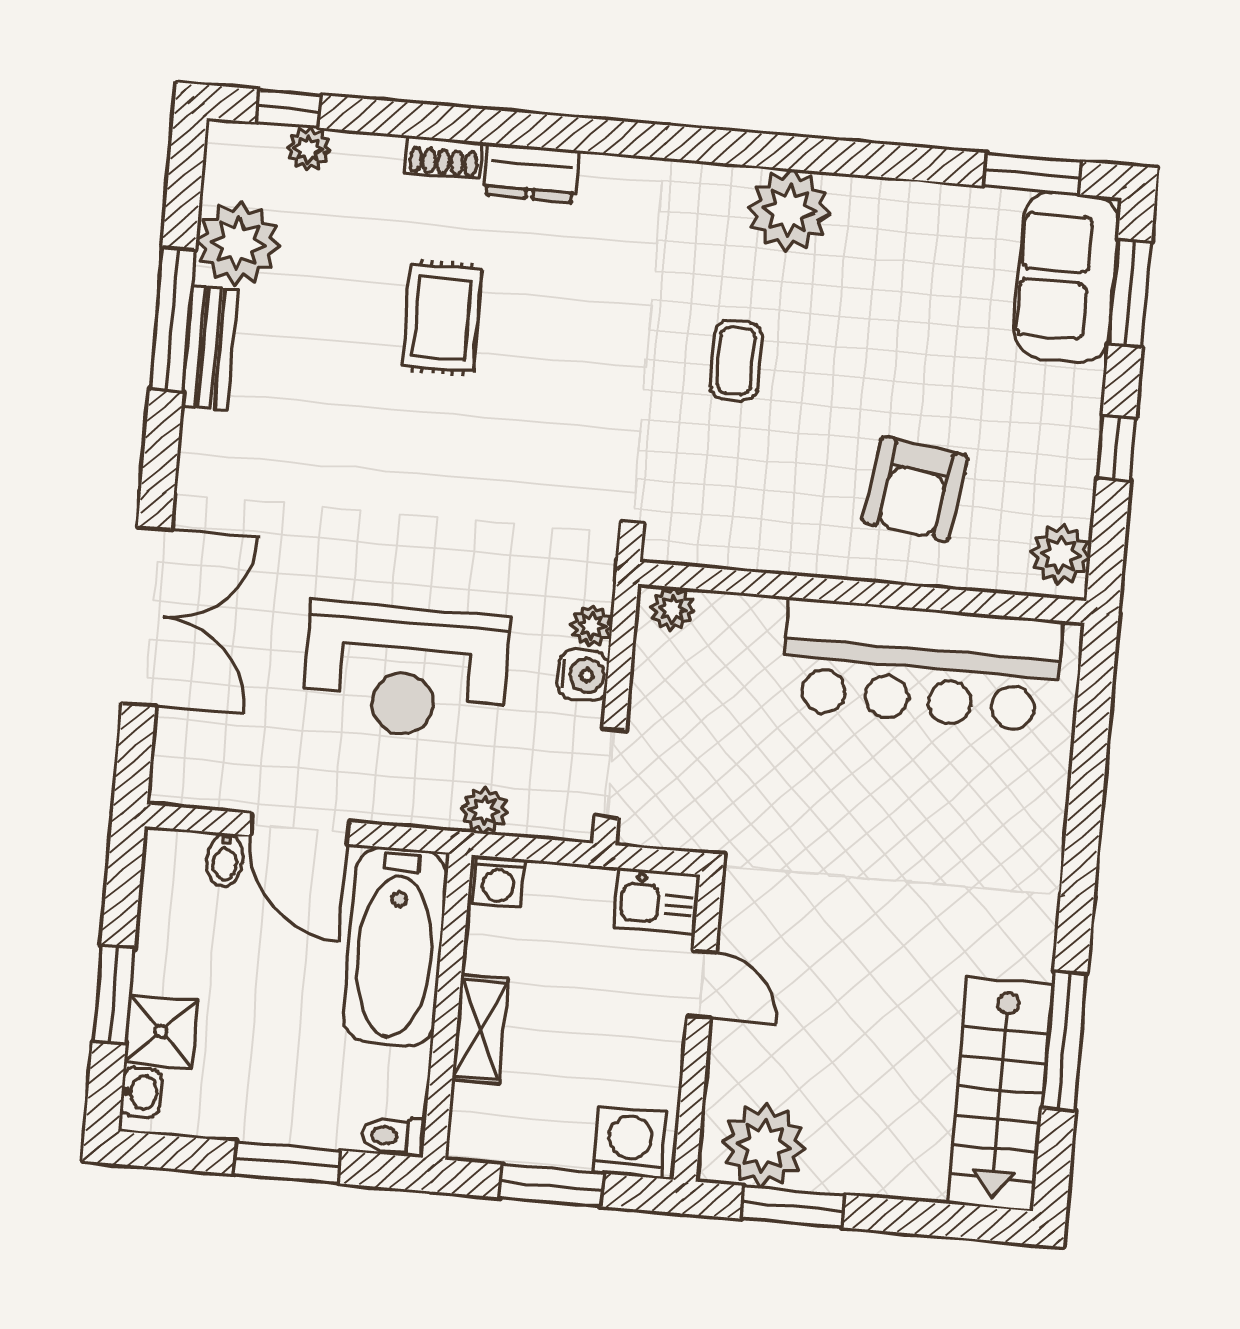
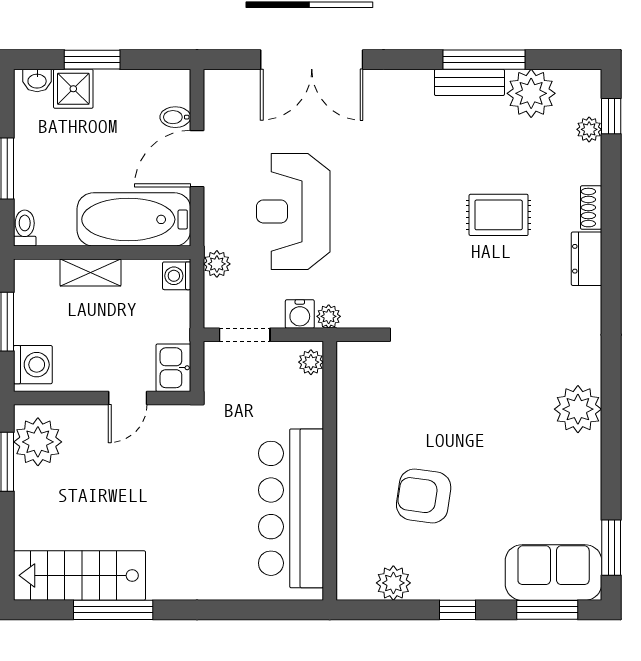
coffee table: (736, 361) -> (489, 386), removed
wall: (862, 592) -> (330, 471), moved
plant: (672, 609) -> (311, 362), moved
bar counter: (921, 665) -> (291, 508), moved

